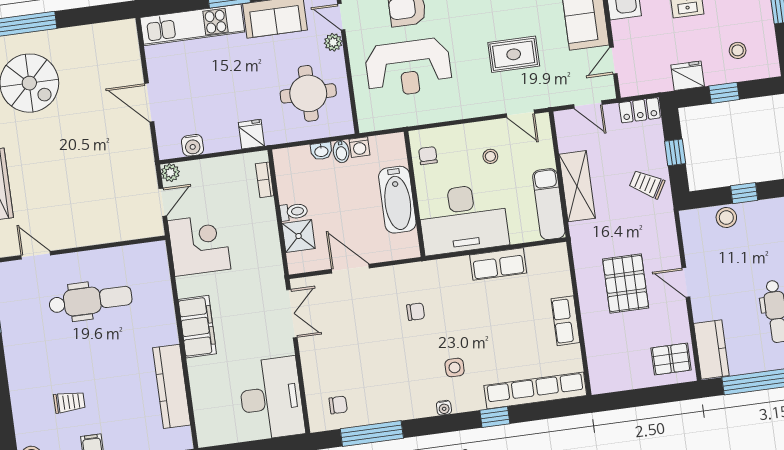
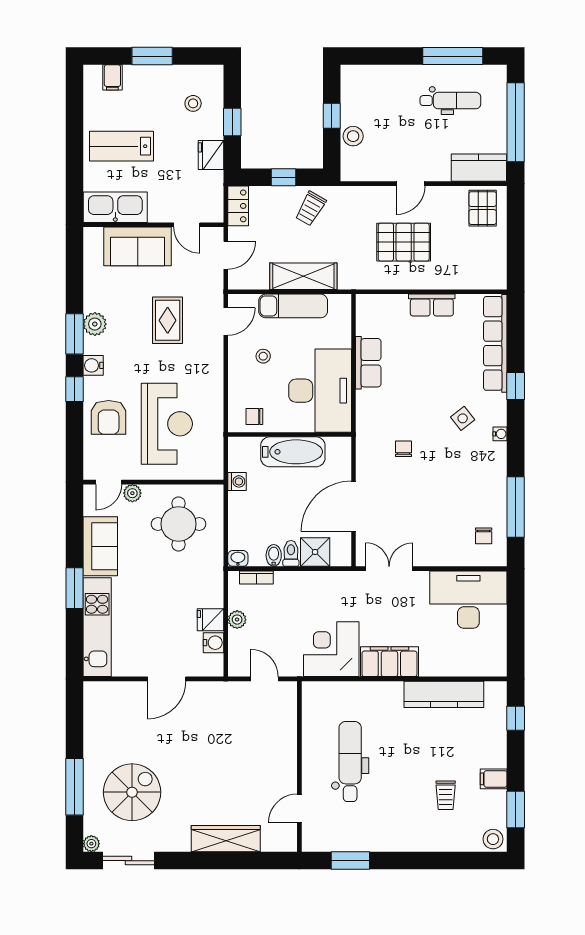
fridge: (251, 134) -> (210, 620), moved
washbasin: (321, 151) -> (238, 558), moved, turned -90
bidet: (341, 152) -> (274, 555), moved, turned -90
plant: (170, 173) -> (237, 620), moved
exam couch: (549, 204) -> (293, 306), moved
corner desk: (199, 245) -> (331, 649), moved
door: (350, 269) -> (353, 506), width x1.36
side table: (455, 368) -> (463, 418), turned -38
trolley: (69, 402) -> (446, 795), turned 180
chair: (338, 405) -> (484, 536), turned 180

